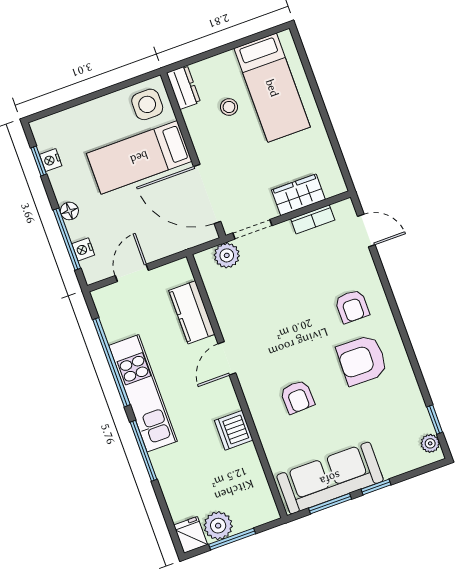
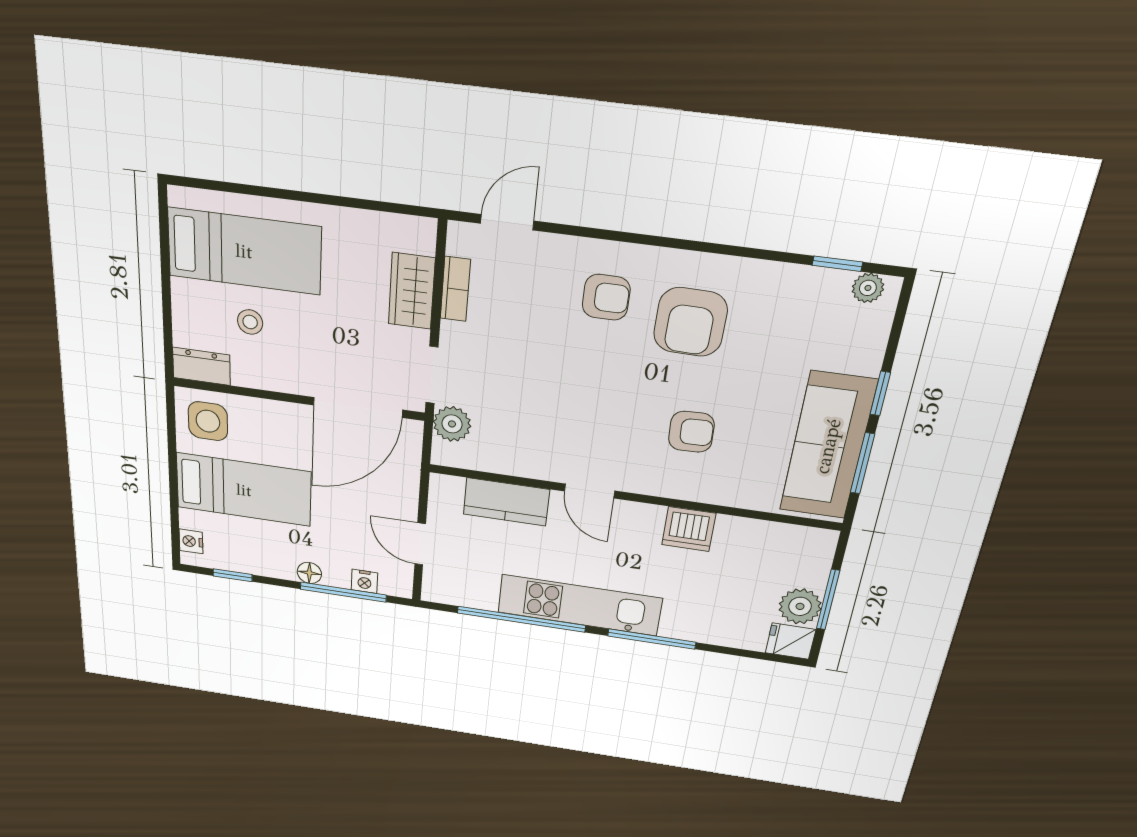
bed: (139, 157) -> (244, 490), moved, turned -90
nightstand: (51, 160) -> (191, 541), moved, turned 90

